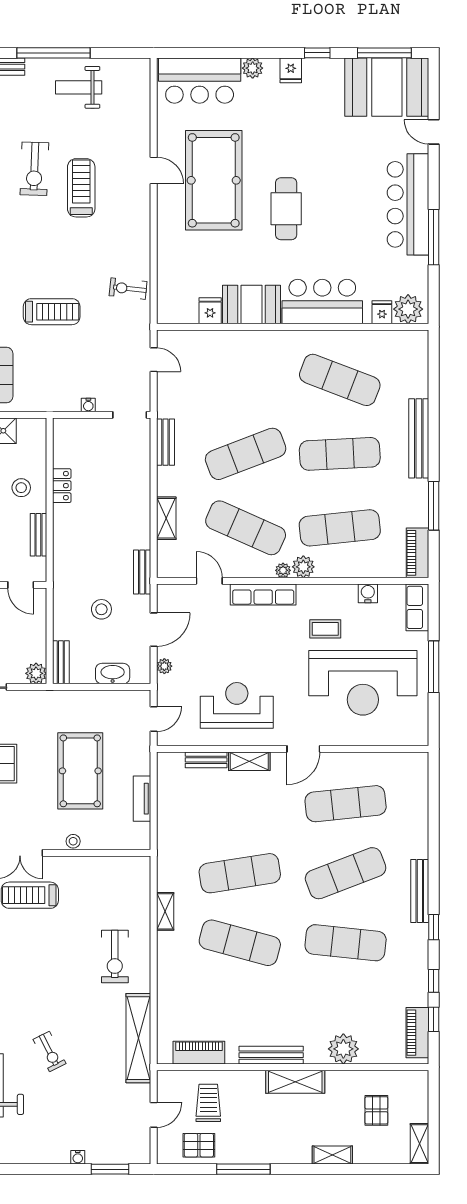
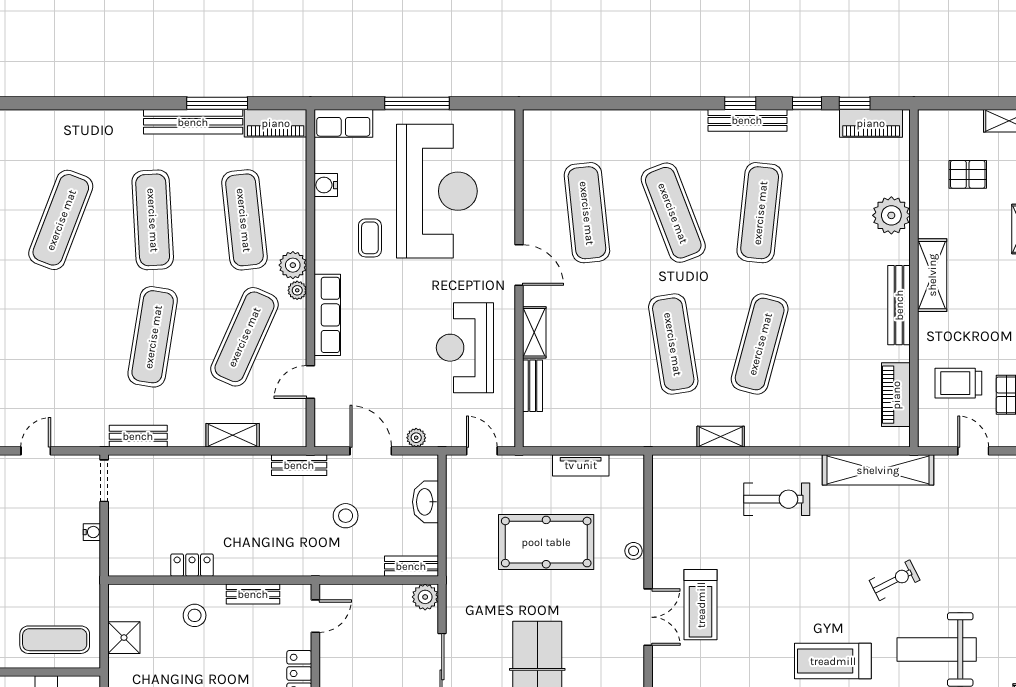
bench: (419, 438) -> (193, 122), moved
exercise mat: (246, 454) -> (153, 337), turned 30
bench: (420, 891) -> (747, 120), moved

